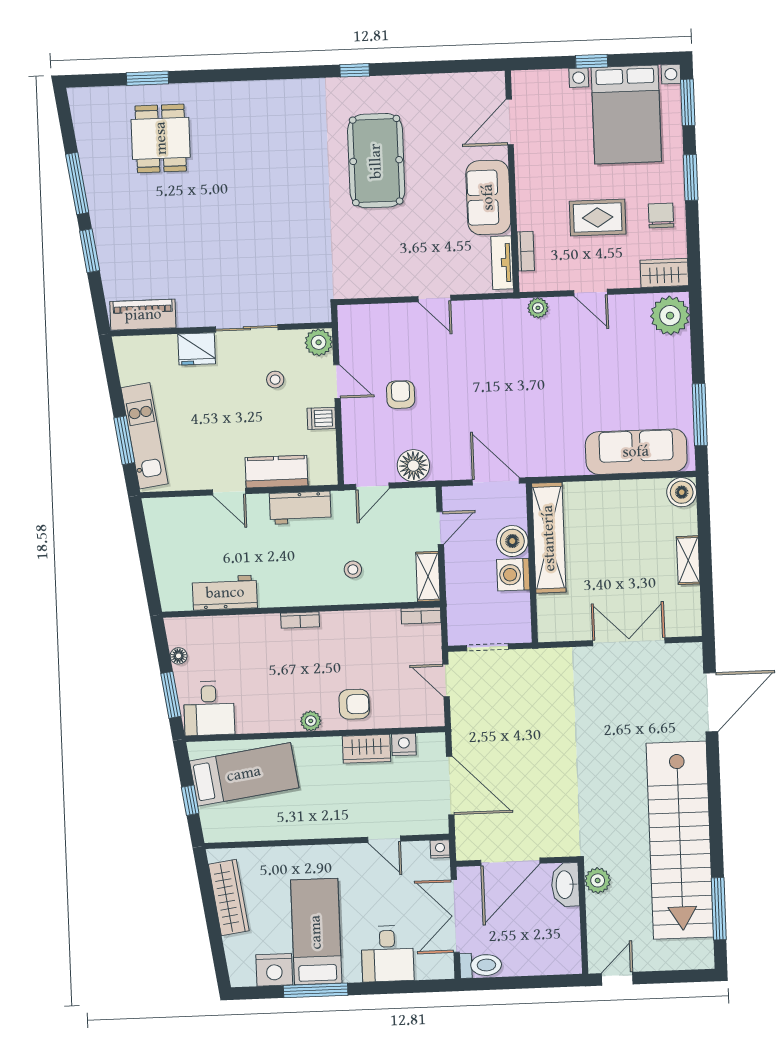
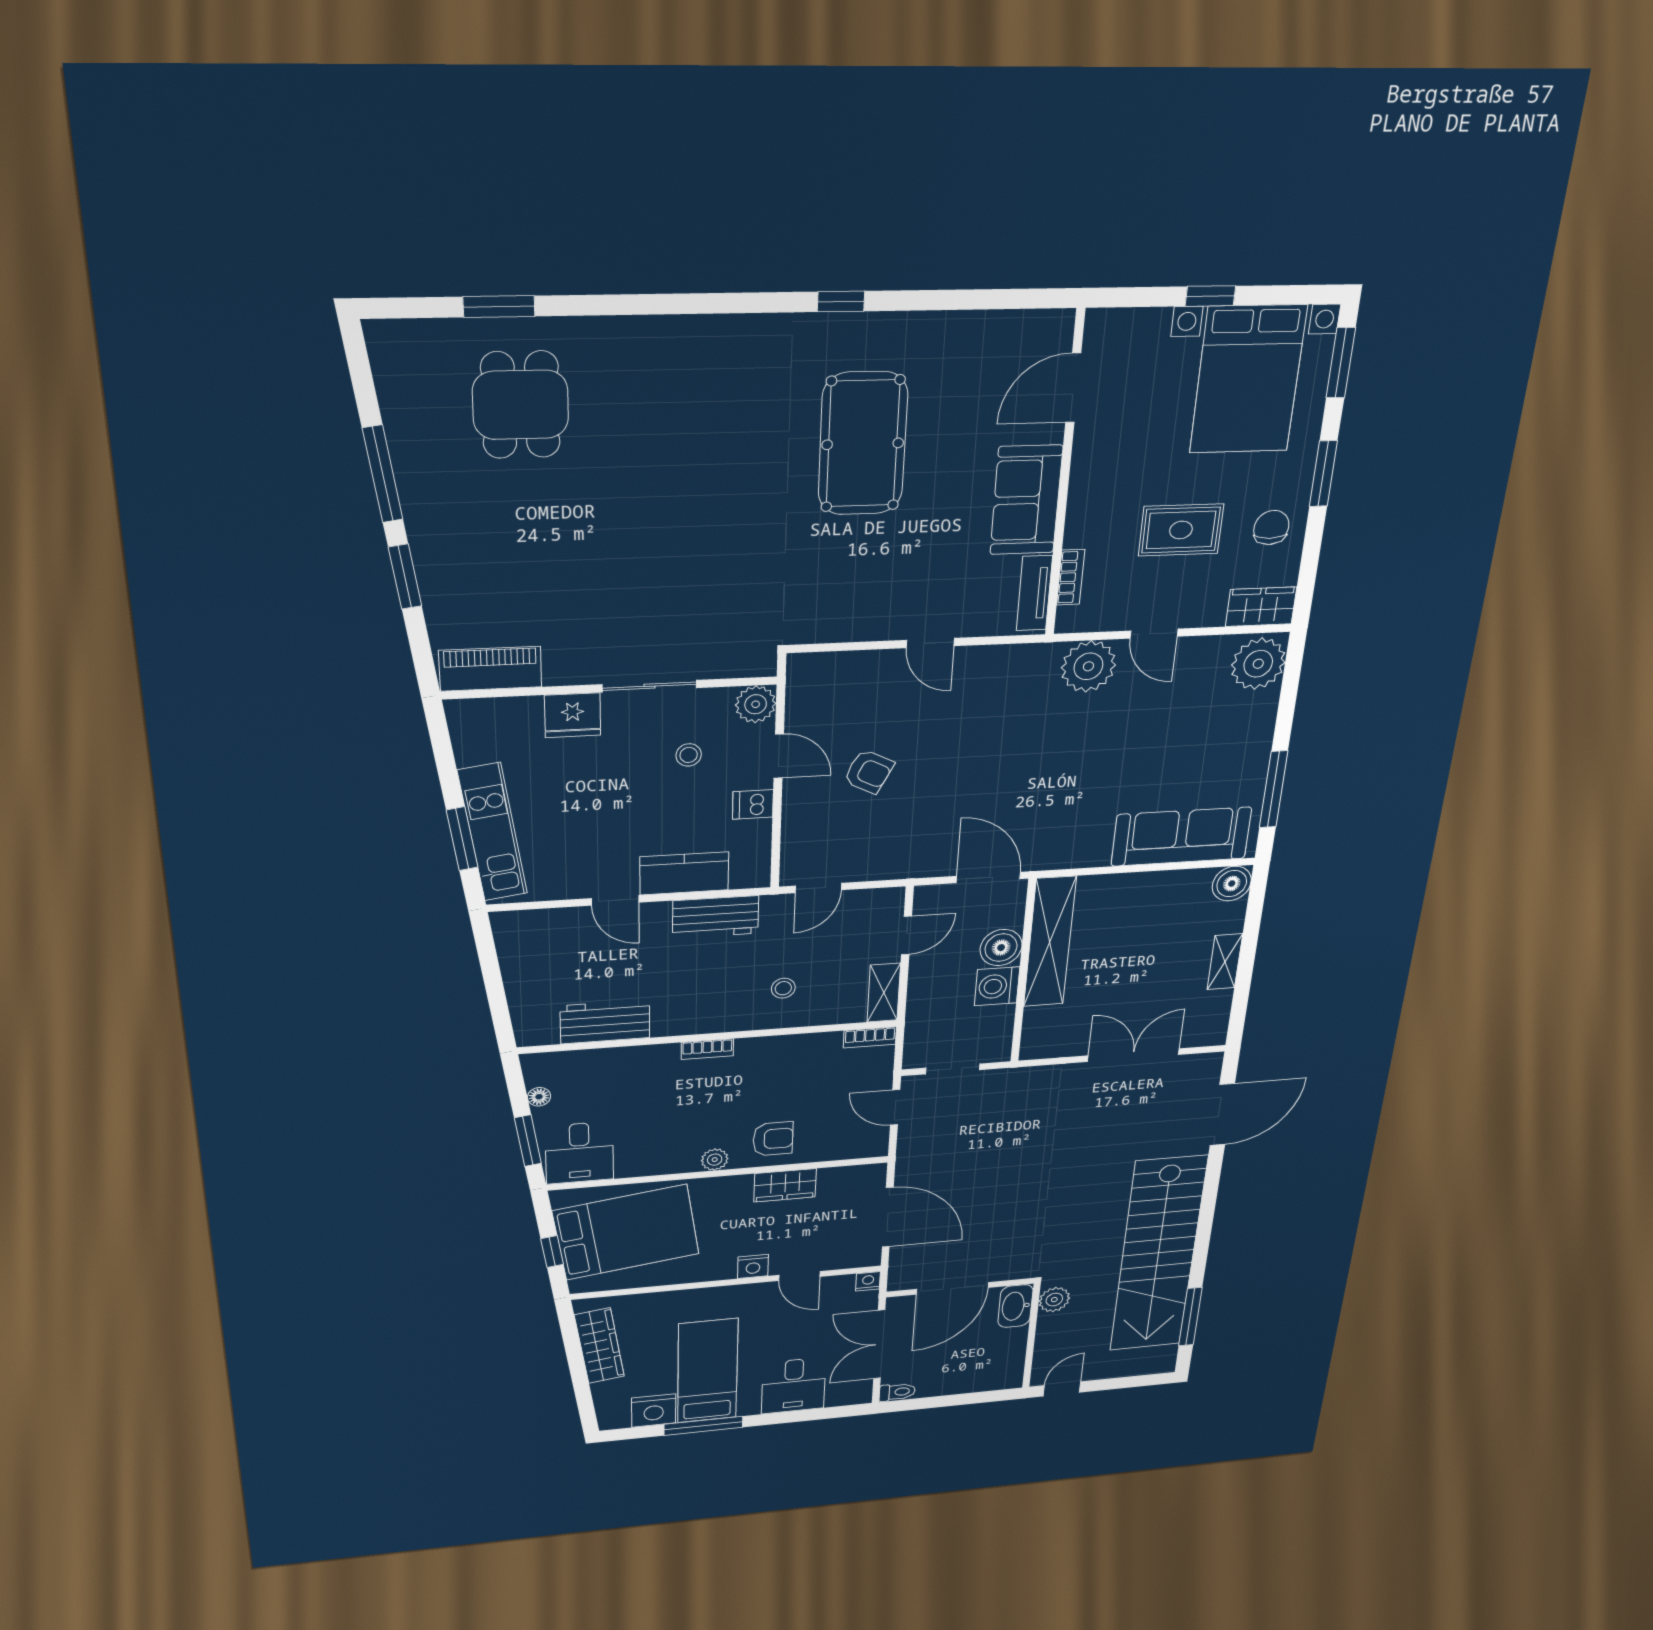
plant: (538, 308) -> (1088, 666), width x1.87, depth x1.87
armchair: (401, 395) -> (869, 772), turned 117
floor lamp: (413, 466) -> (878, 861), removed
nightstand: (404, 745) -> (753, 1266), moved, turned 180
bed: (244, 774) -> (626, 1232), width x1.50
toilet: (481, 965) -> (897, 1392), width x0.73, depth x0.72

